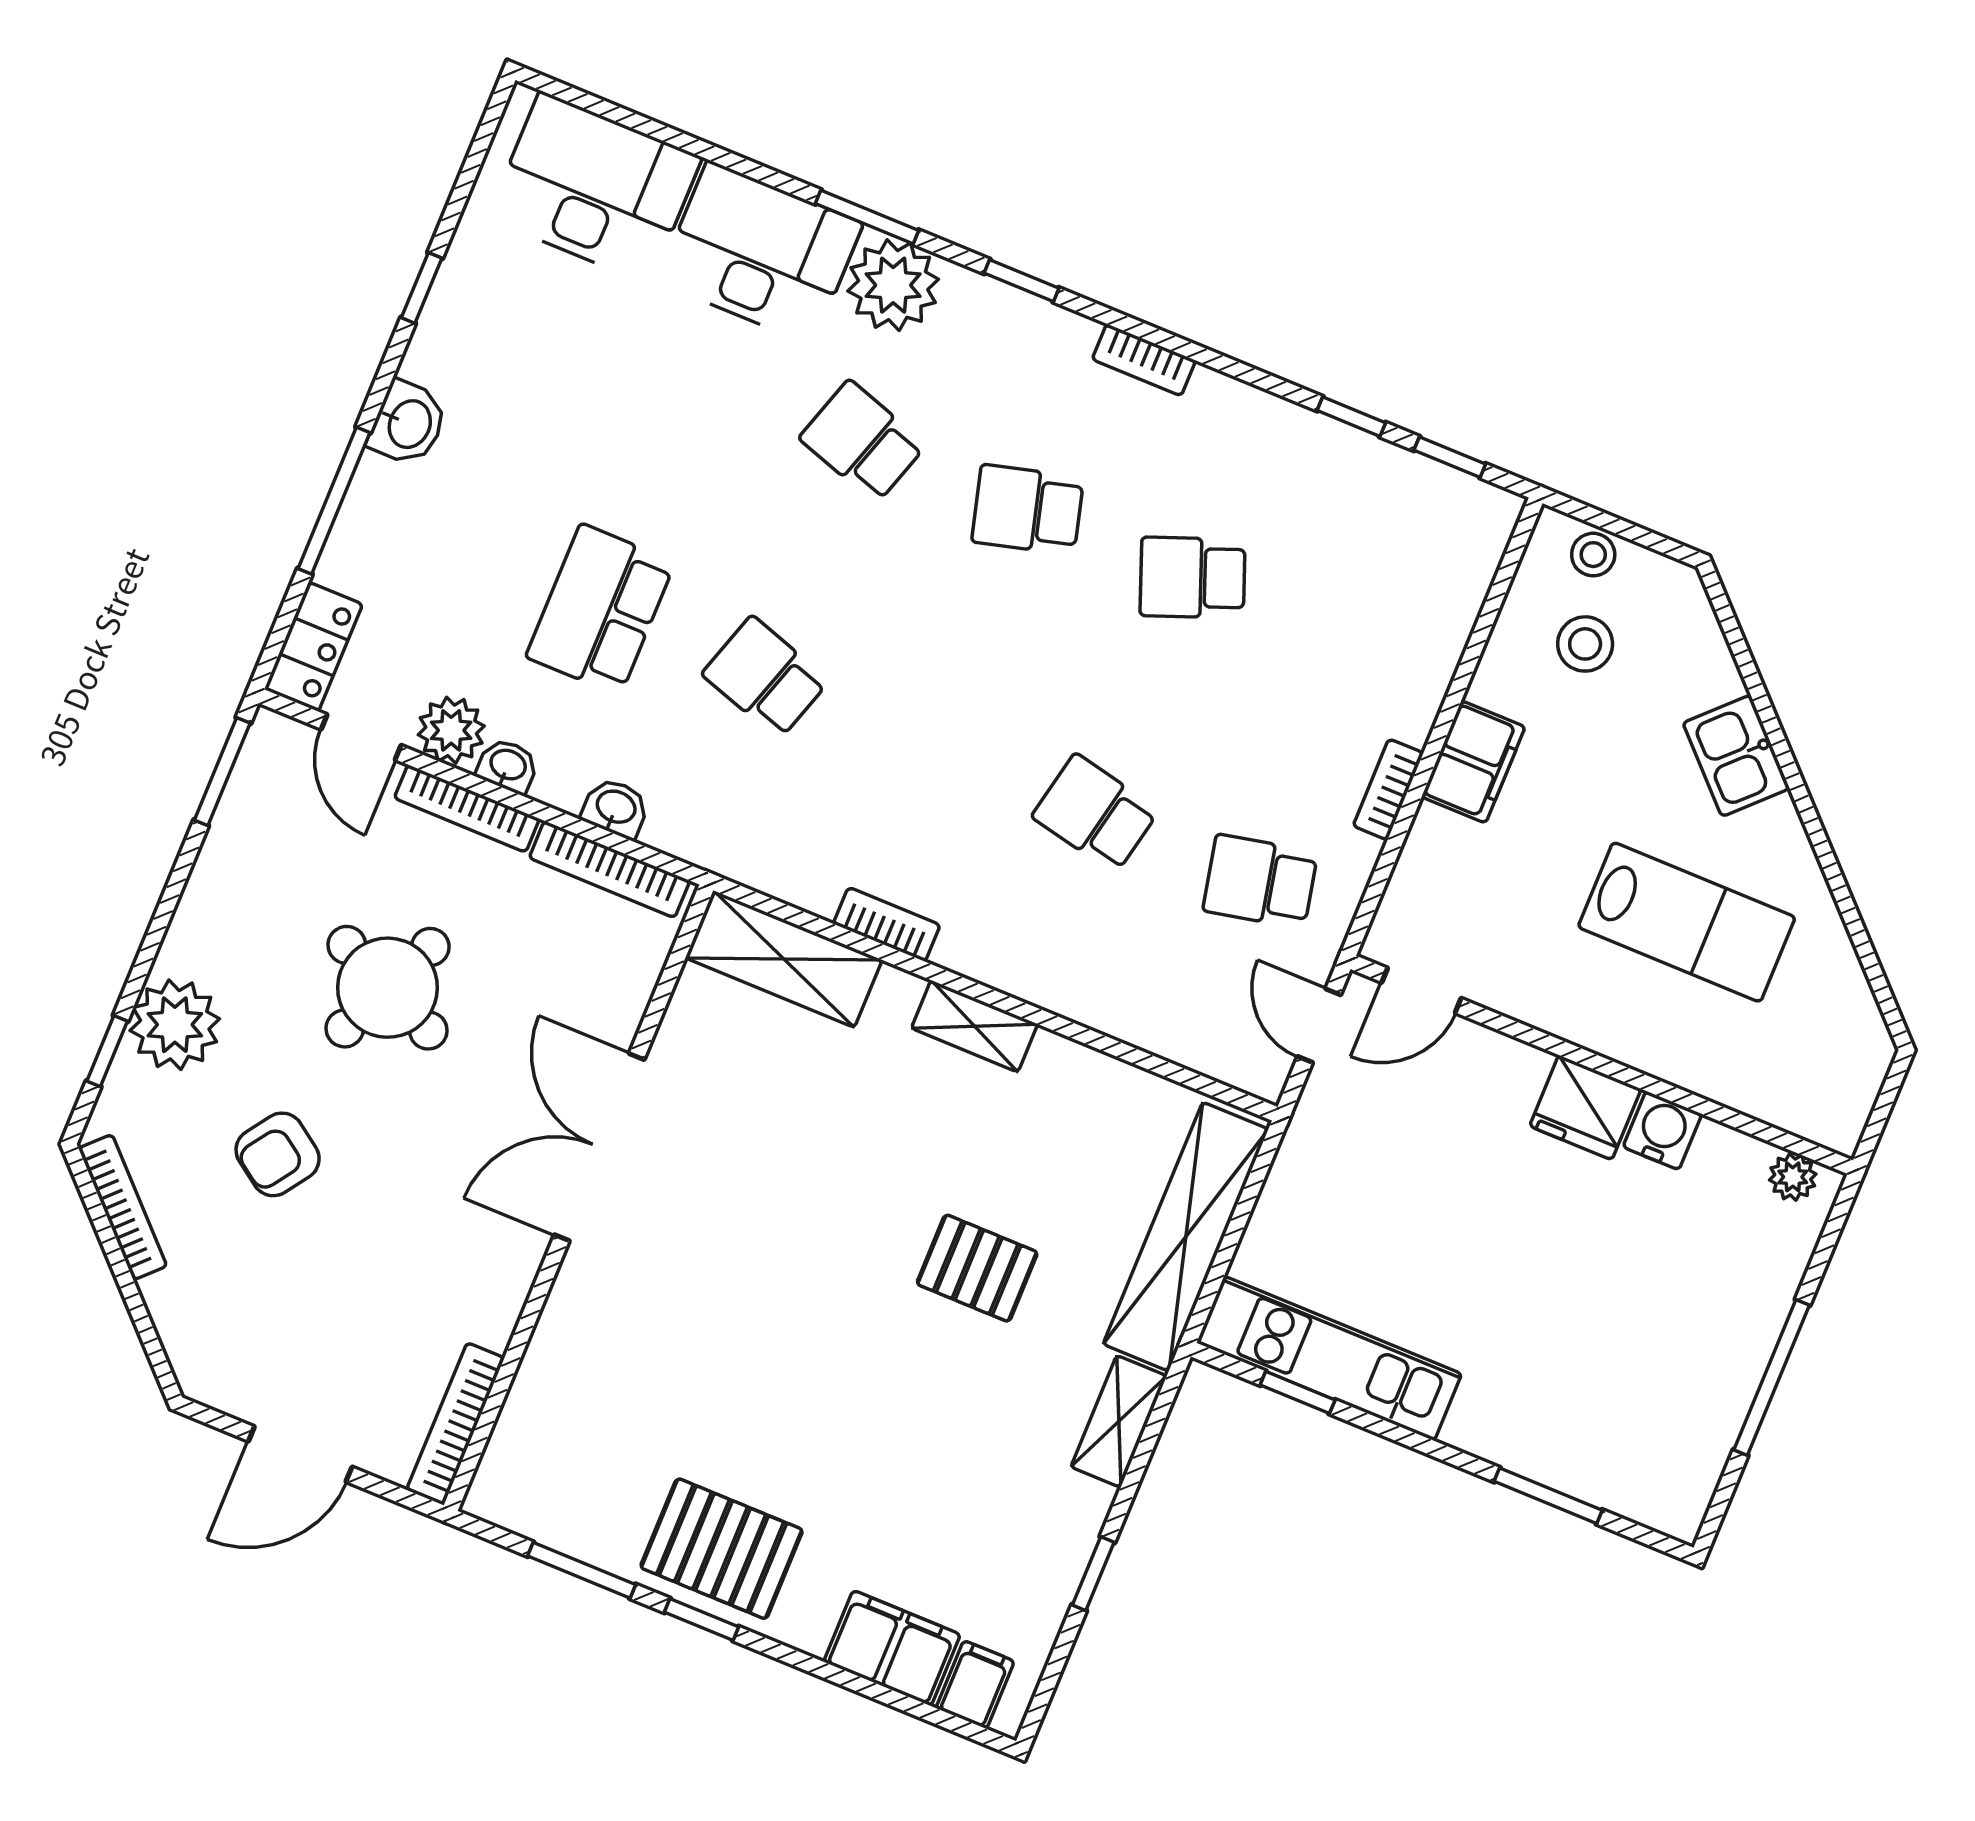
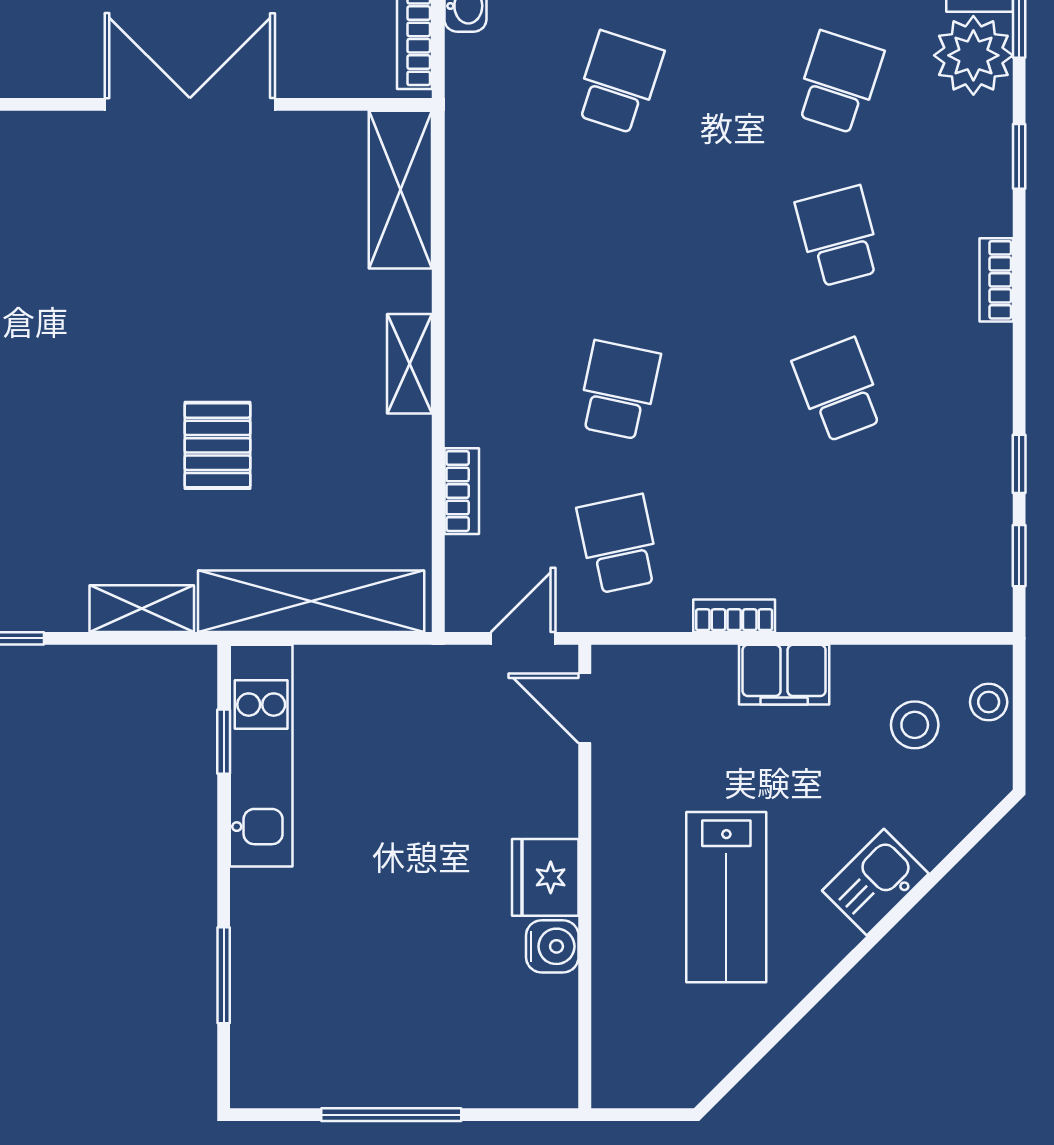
bookcase: (887, 924) -> (462, 491), moved
plant: (1793, 1177) -> (558, 1066), removed

